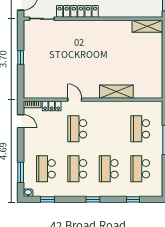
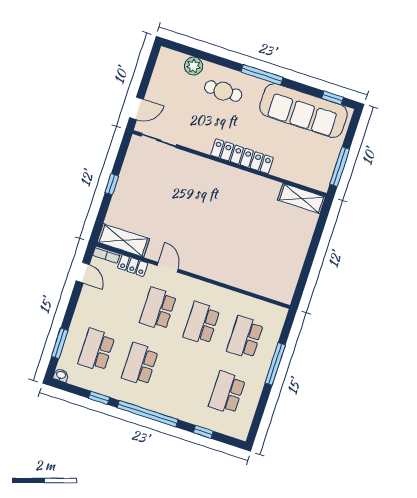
locker: (77, 11) -> (242, 156), moved
shelving: (116, 92) -> (123, 240), moved
school desk: (109, 169) -> (201, 323), moved
window: (47, 199) -> (99, 398), moved
window: (93, 199) -> (148, 414), width x3.17

